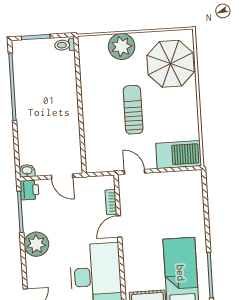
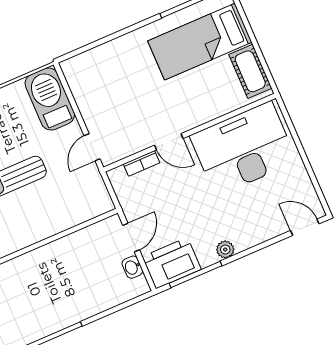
washbasin: (27, 171) -> (132, 267), moved
printer: (29, 190) -> (172, 263), width x1.87, depth x1.48
plant: (36, 244) -> (225, 249), width x0.53, depth x0.53

